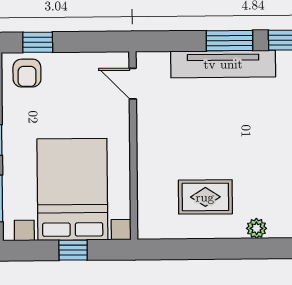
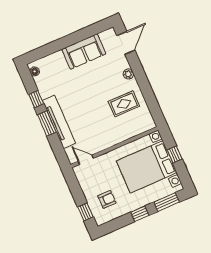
armchair: (27, 73) -> (107, 199), moved
door: (133, 84) -> (86, 160), swing flipped
rug: (205, 197) -> (124, 104), turned 90

